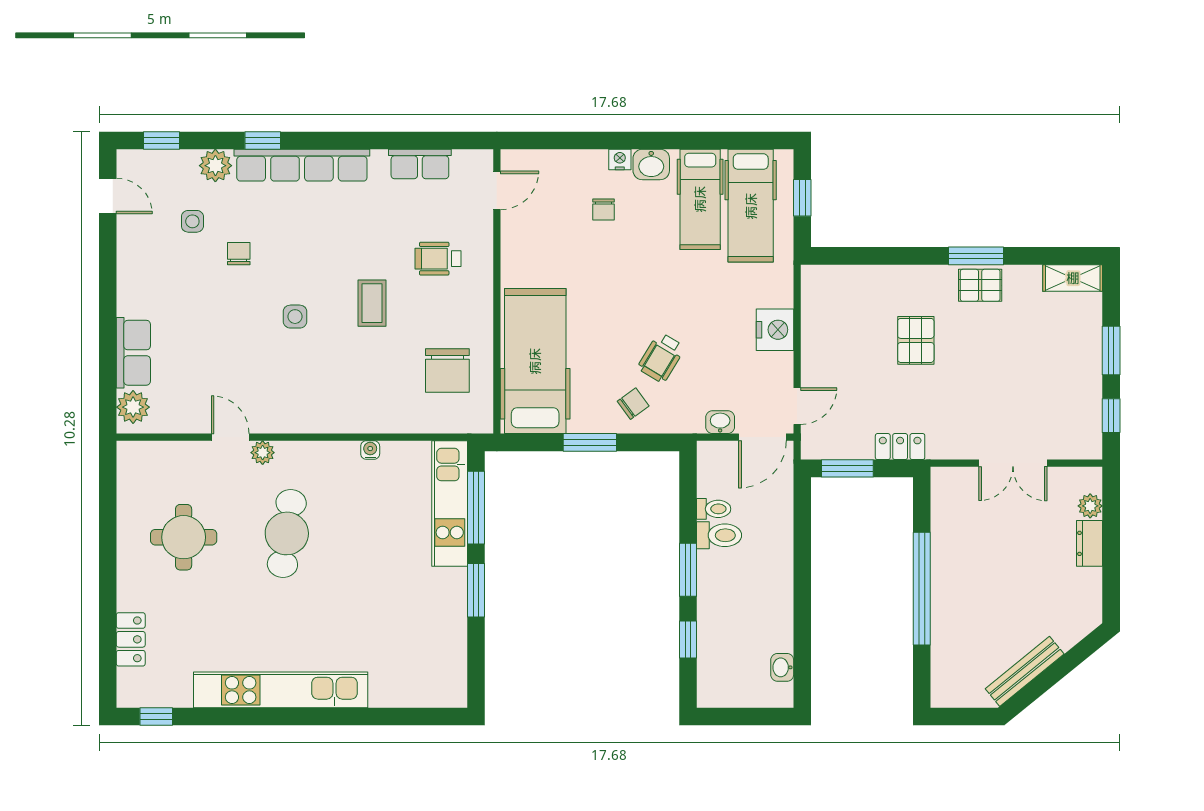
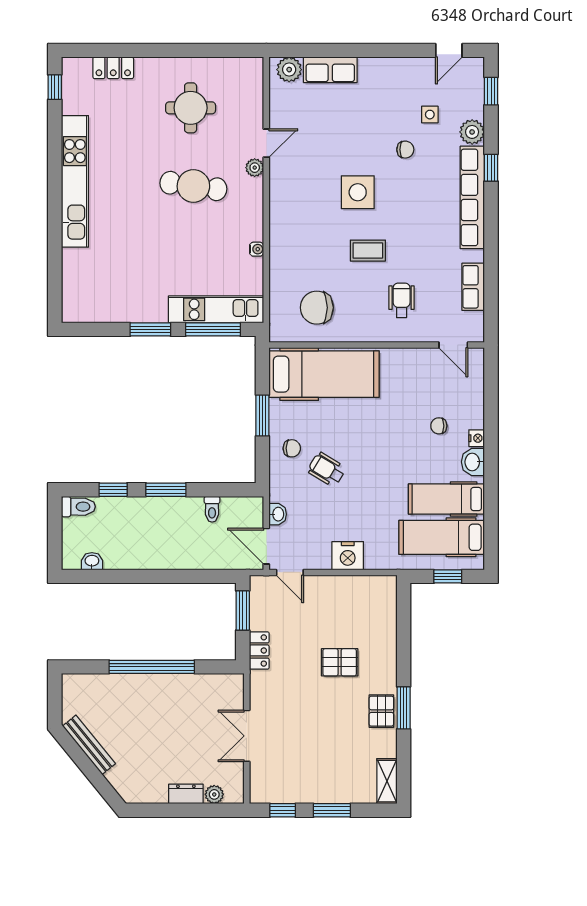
side table: (295, 317) -> (358, 192), width x1.87, depth x1.87
chair: (633, 404) -> (292, 448), turned -53
toilet: (719, 535) -> (78, 507), moved, turned -90

